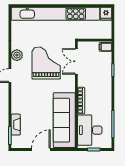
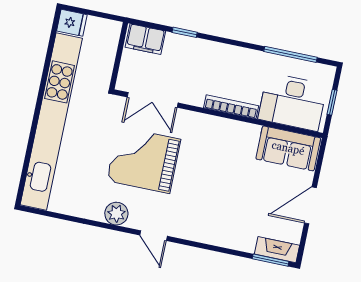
filing cabinet: (106, 47) -> (145, 39), width x2.00
sofa: (64, 120) -> (288, 148), width x0.54, depth x0.79
fireplace: (16, 125) -> (277, 250), moved
door: (41, 150) -> (310, 205), hinge flipped

